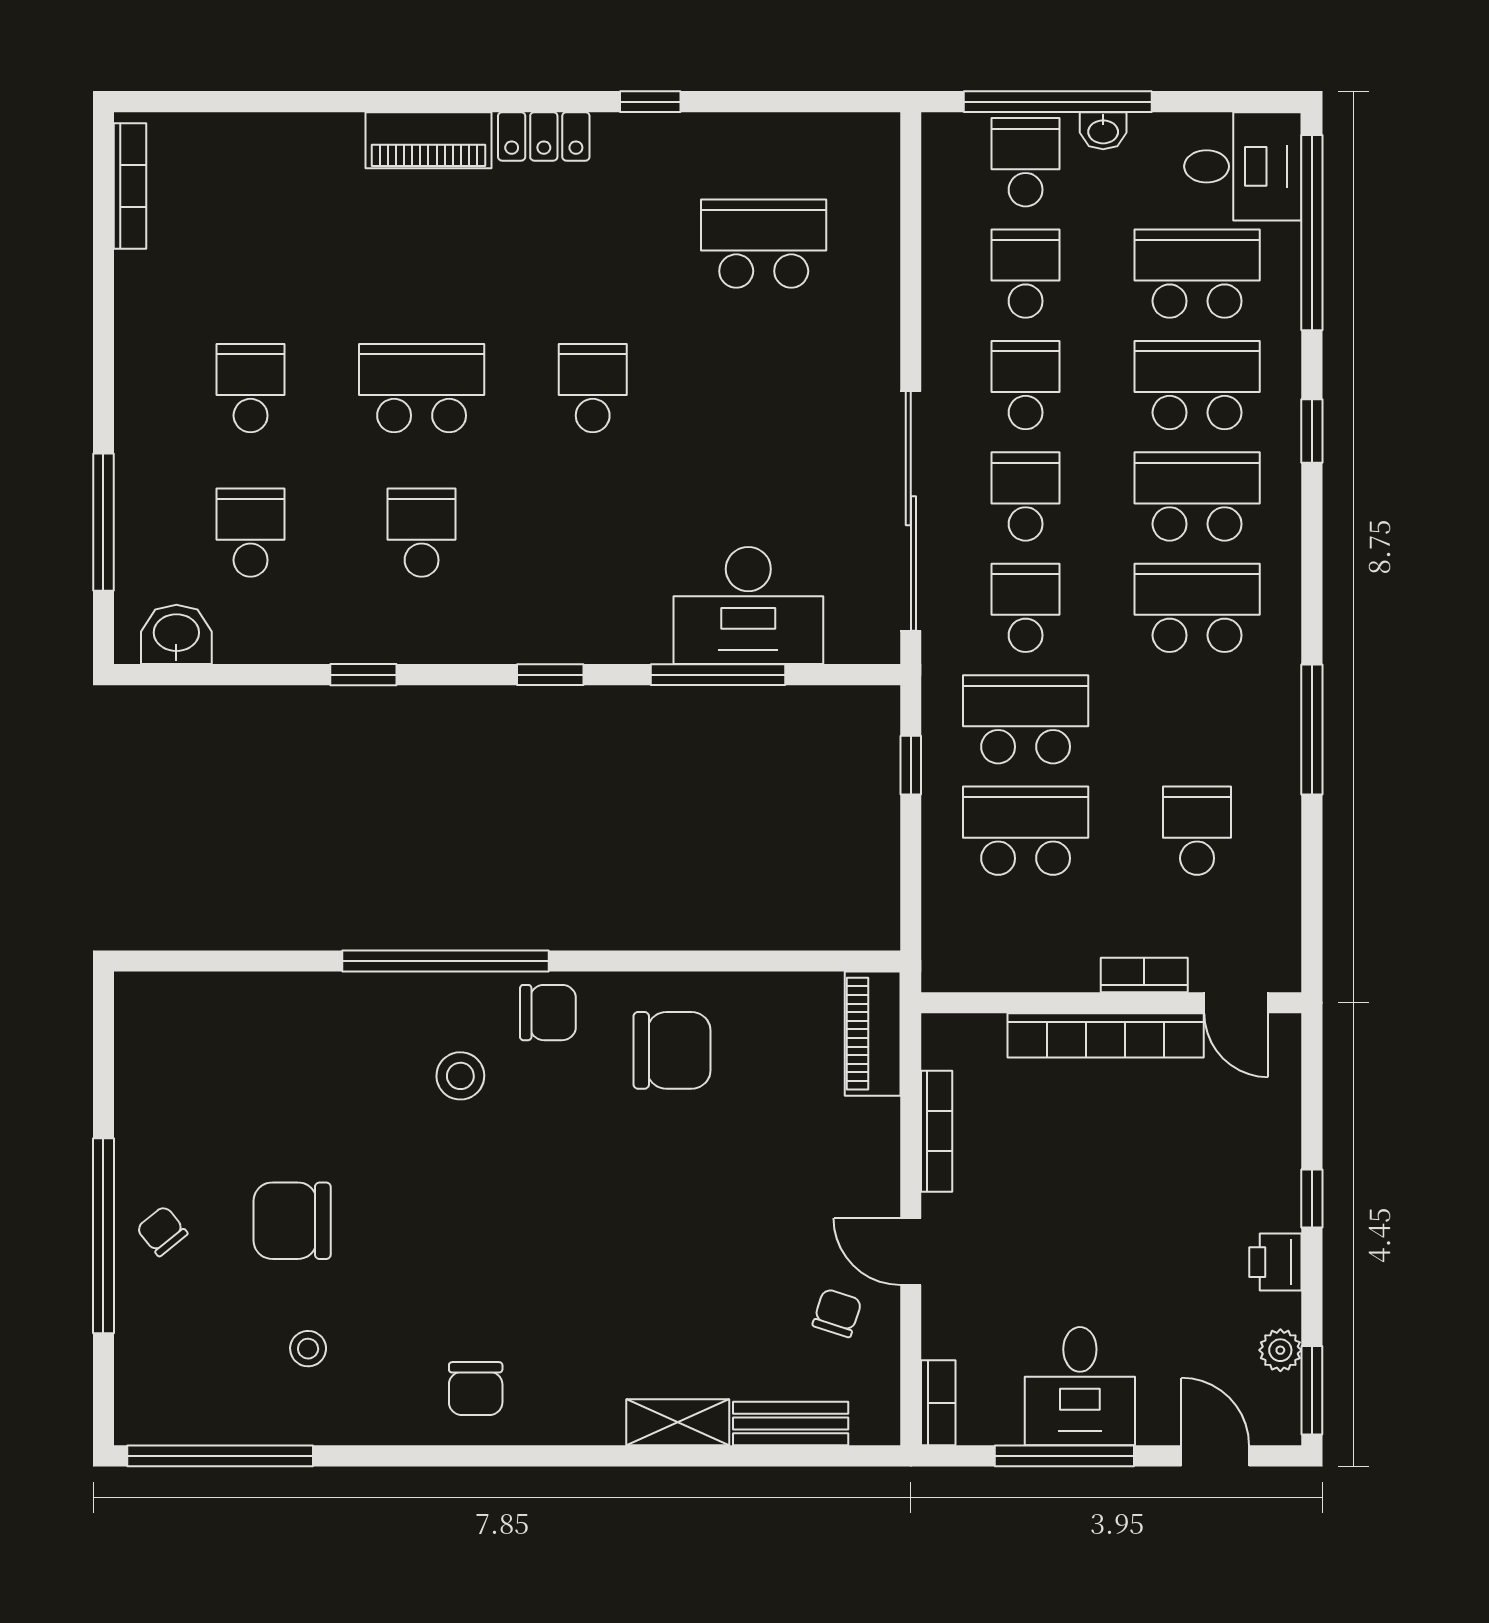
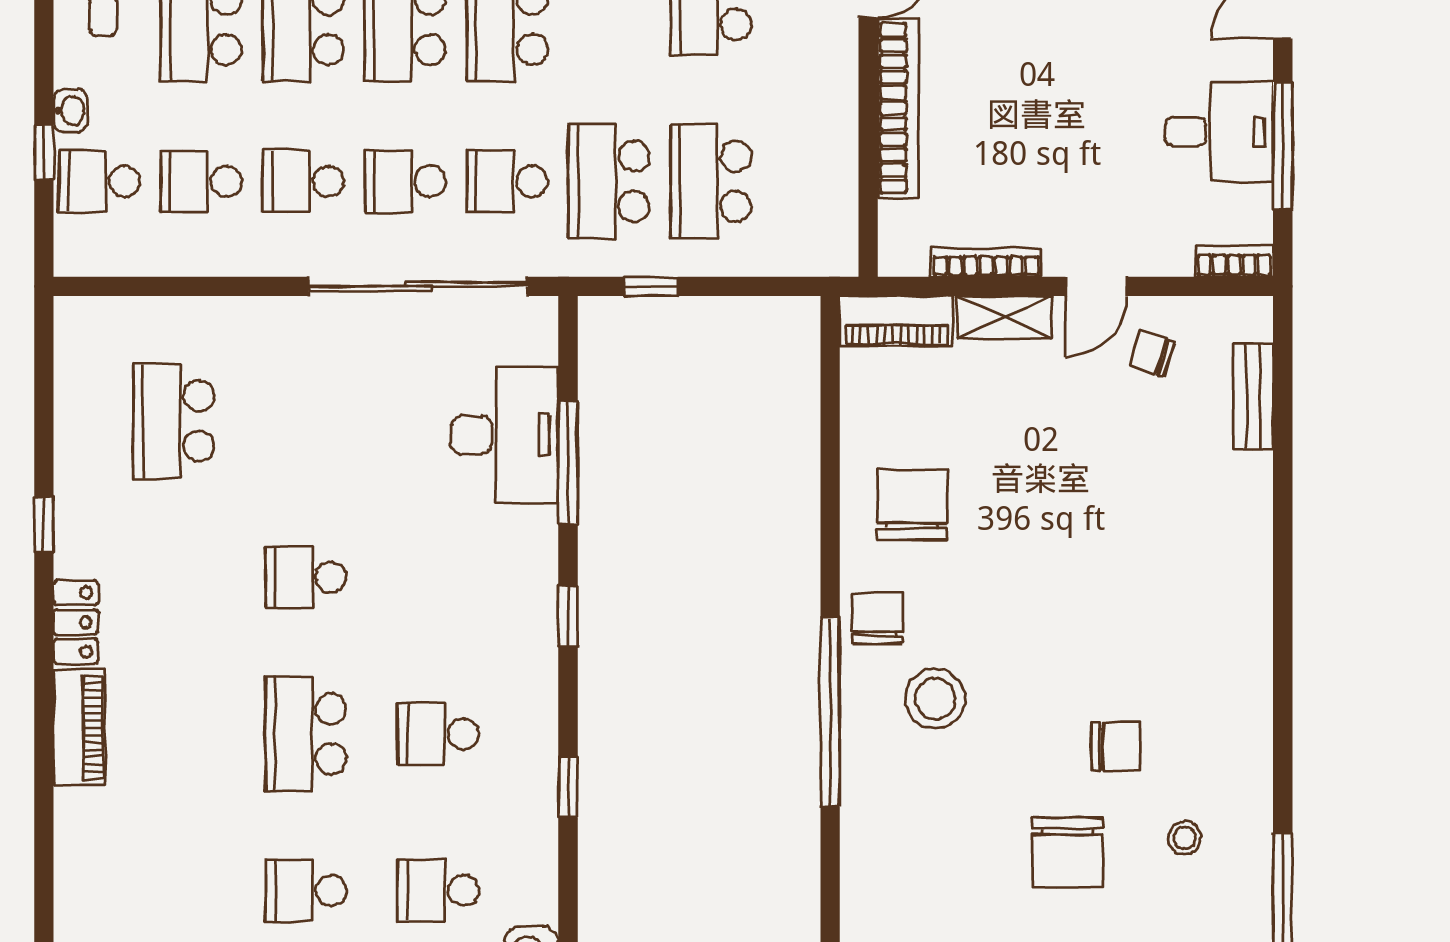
window: (1058, 102) -> (44, 152), width x0.32
bookcase: (1144, 975) -> (843, 73), removed
stool: (460, 1076) -> (935, 698), width x1.38, depth x1.38
chair: (476, 1389) -> (1116, 747), moved
shelving: (678, 1422) -> (1004, 317), moved, turned 90

